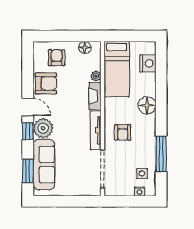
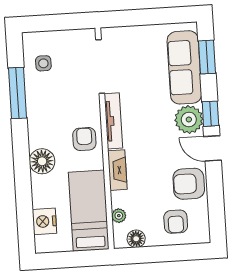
plant: (96, 76) -> (119, 216), moved
armchair: (123, 132) -> (84, 139), moved
nightstand: (139, 191) -> (45, 37), removed

